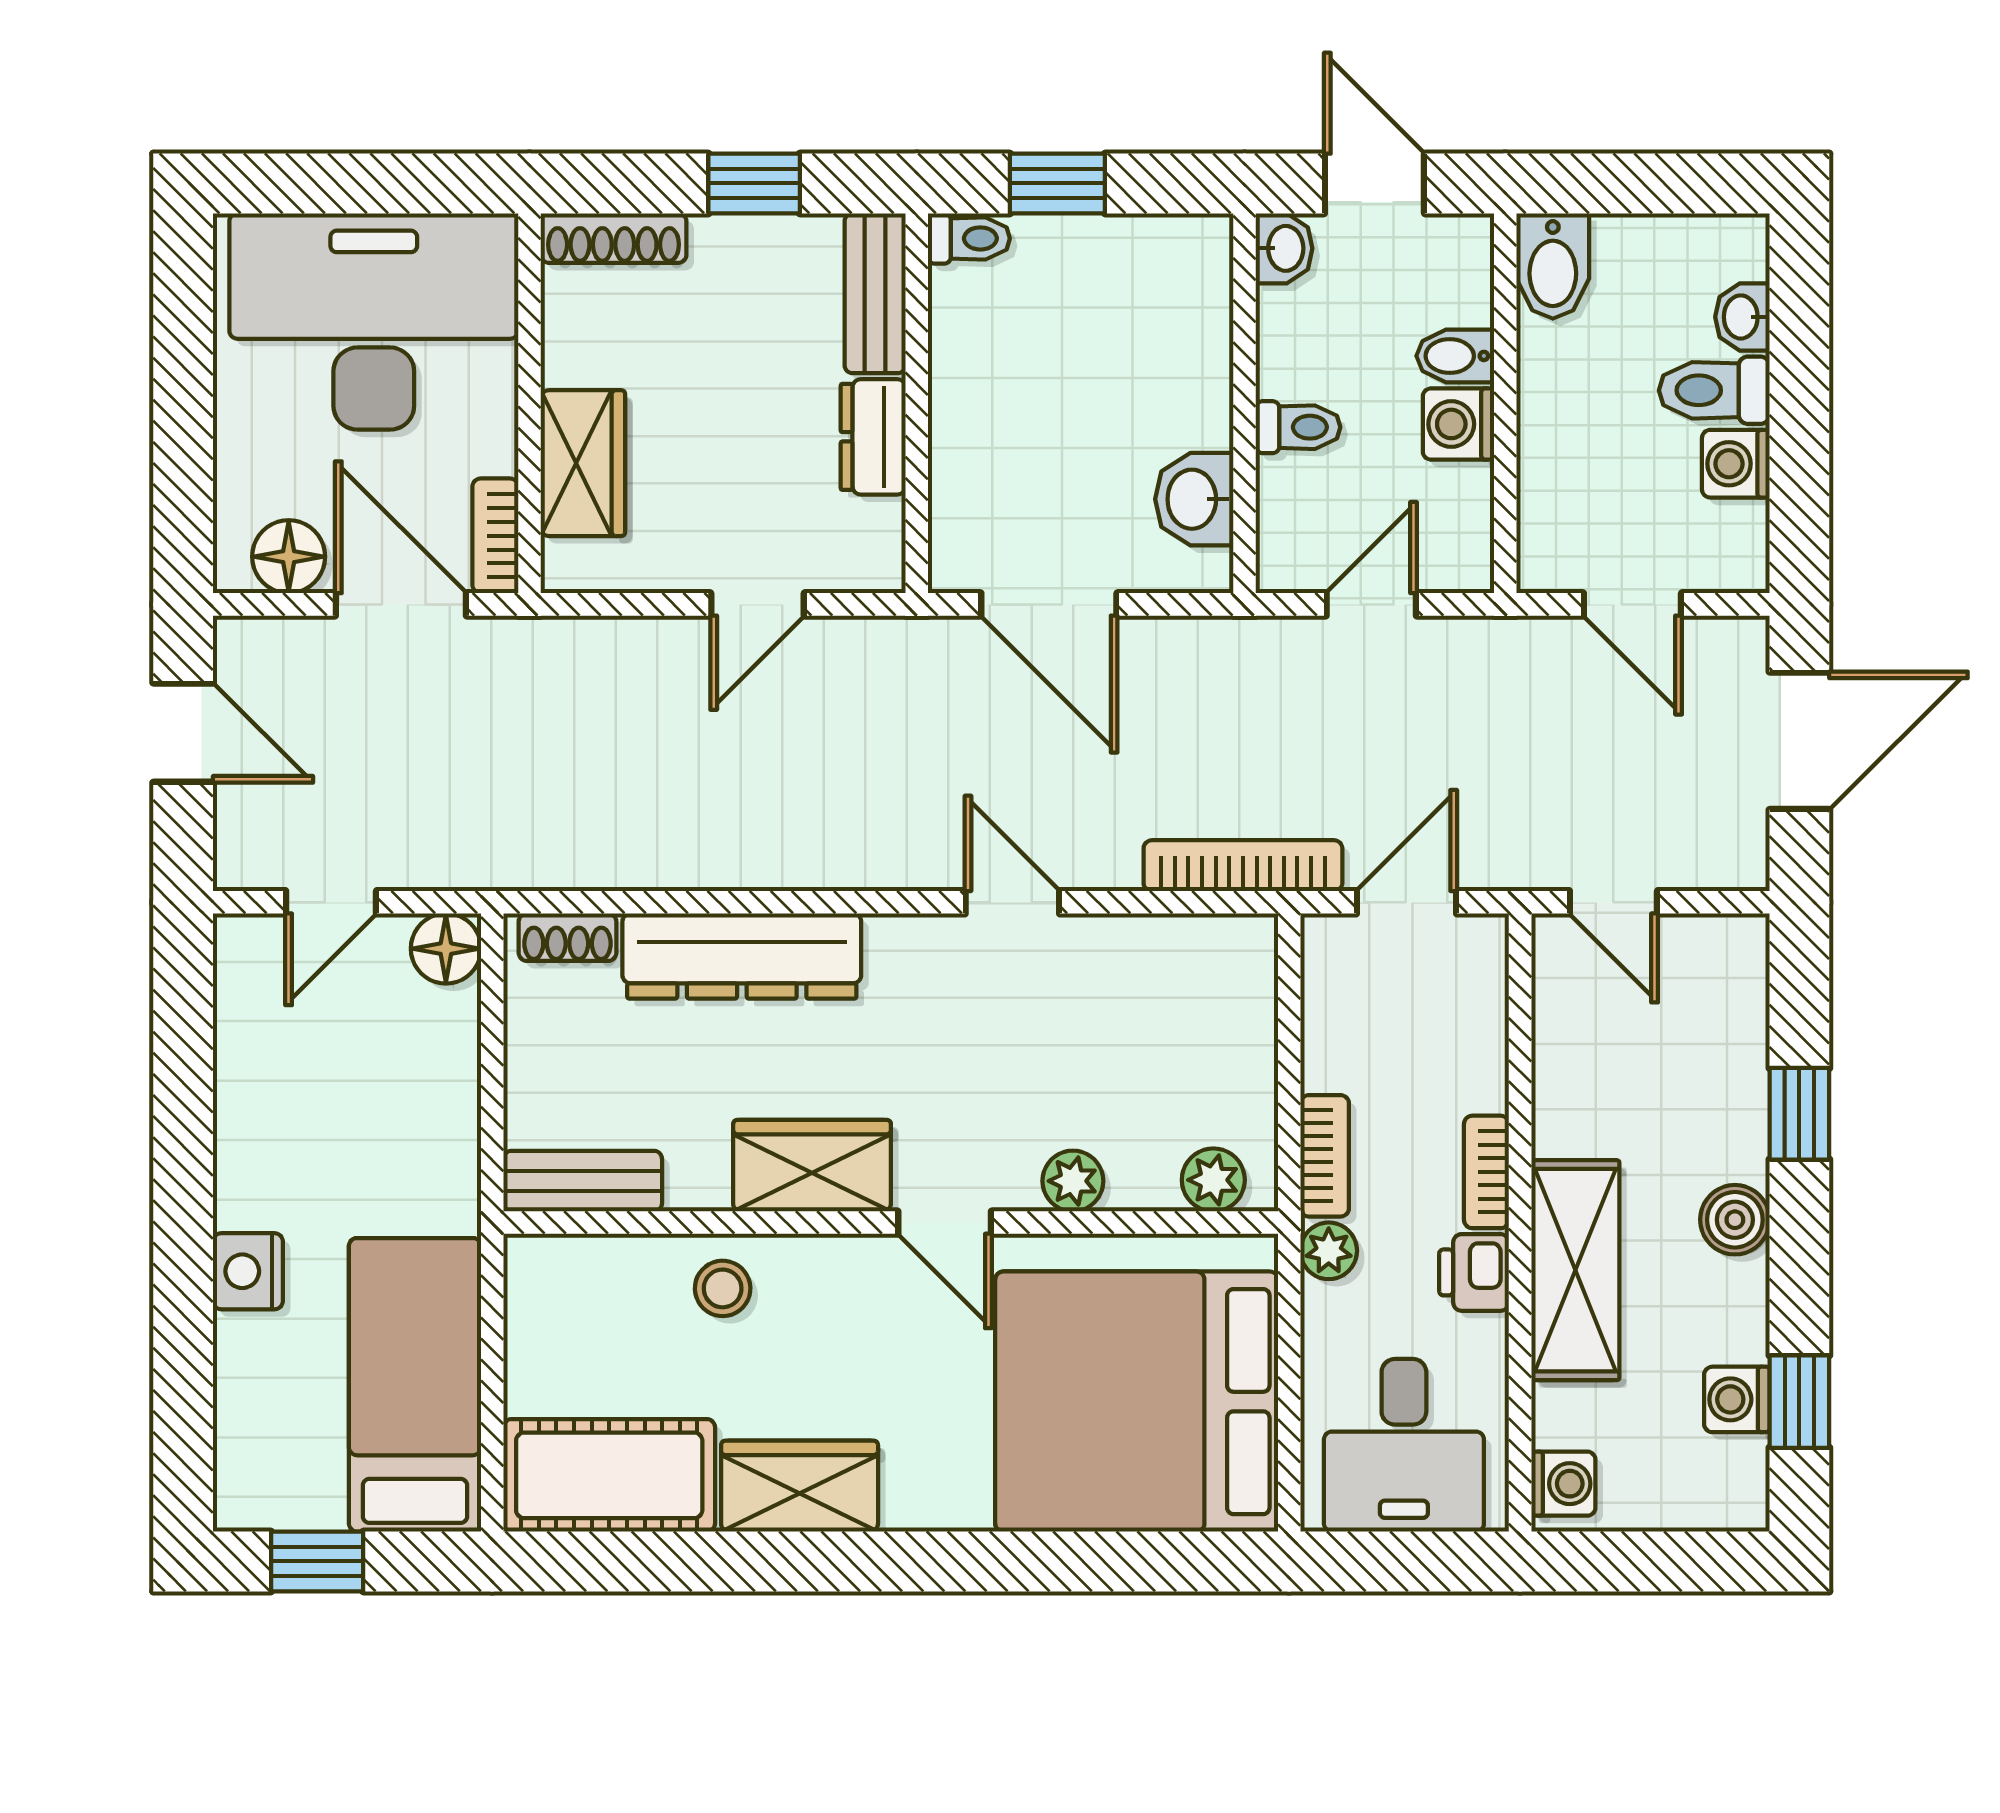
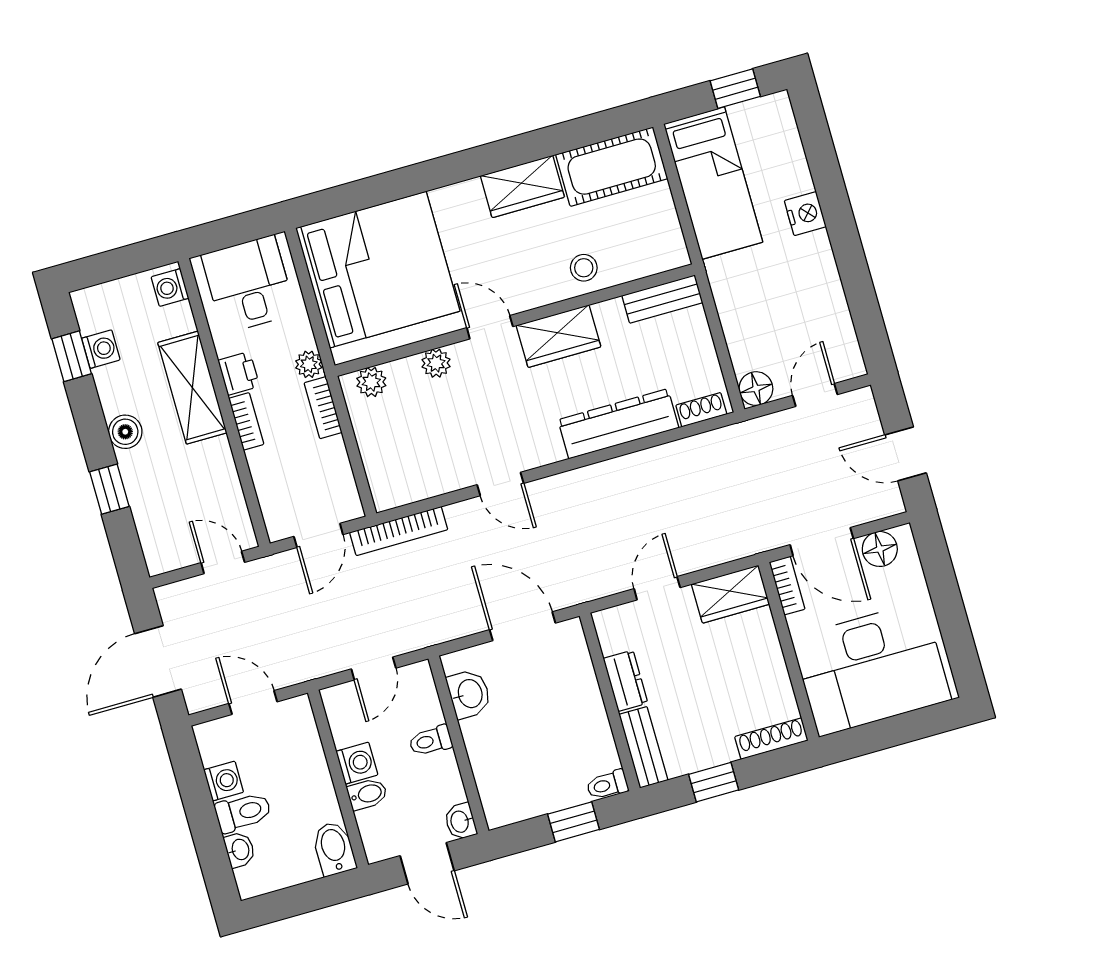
wardrobe: (583, 463) -> (730, 594), moved, turned -90

